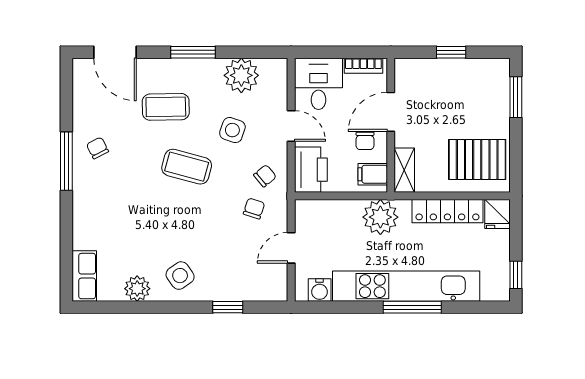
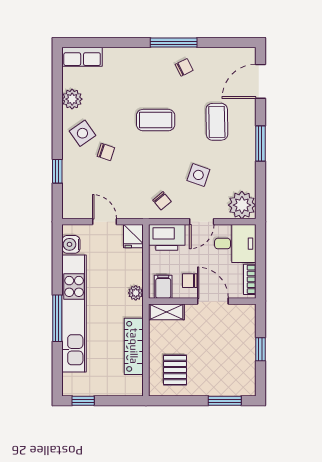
plant: (241, 75) -> (242, 205), moved
pallet: (477, 159) -> (175, 370), width x0.67, depth x0.71
coffee table: (187, 167) -> (156, 120), moved, turned 75
chair: (254, 208) -> (106, 152), moved
fridge: (497, 214) -> (133, 236), moved, turned -90
plant: (380, 217) -> (136, 293), width x0.53, depth x0.53

